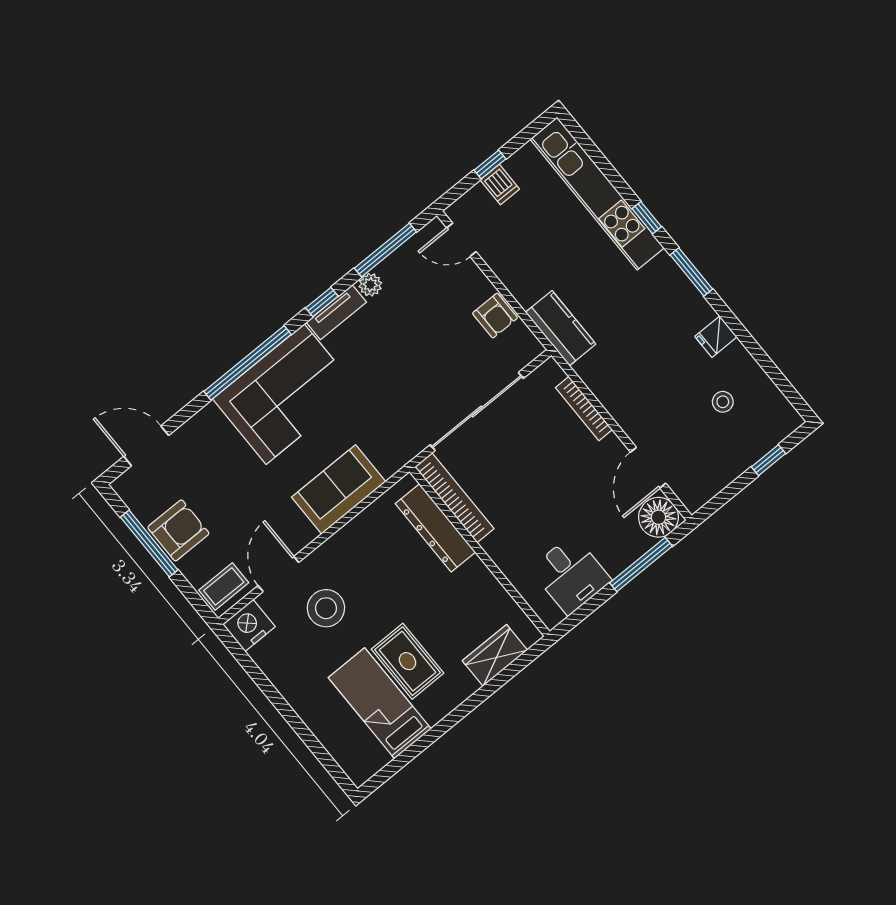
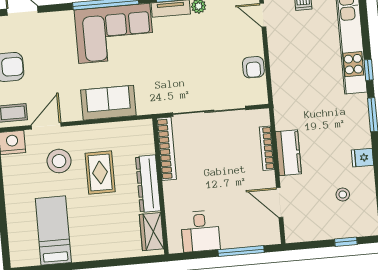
kitchen counter: (561, 328) -> (288, 153), moved
door: (648, 468) -> (280, 202), hinge flipped
floor lamp: (658, 517) -> (267, 232), removed
dresser: (435, 528) -> (148, 184), moved
wardrobe: (495, 655) -> (152, 232), moved, turned -90
rug: (408, 661) -> (100, 172), moved

